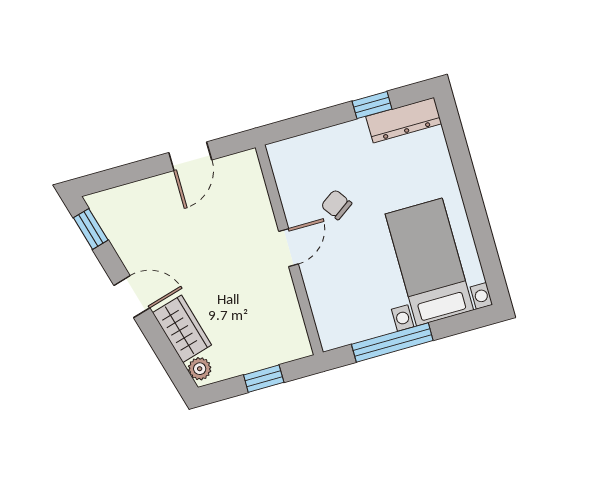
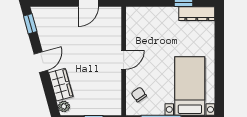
chair: (336, 205) -> (139, 95), moved
door: (132, 297) -> (41, 62), hinge flipped

